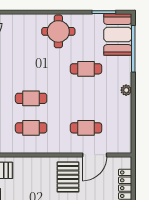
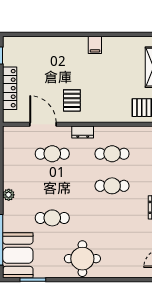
dresser: (58, 148) -> (83, 132), added
door: (95, 155) -> (43, 124), hinge flipped
pallet: (68, 177) -> (72, 100), width x0.67, depth x0.71

